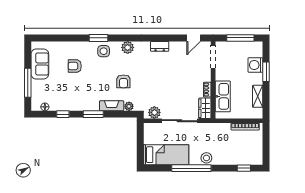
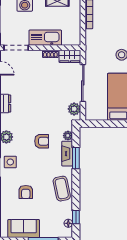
kitchen sink: (223, 96) -> (45, 38), moved
coffee table: (78, 100) -> (62, 189), added
window: (63, 114) -> (76, 217), moved
window: (93, 114) -> (76, 158), moved

